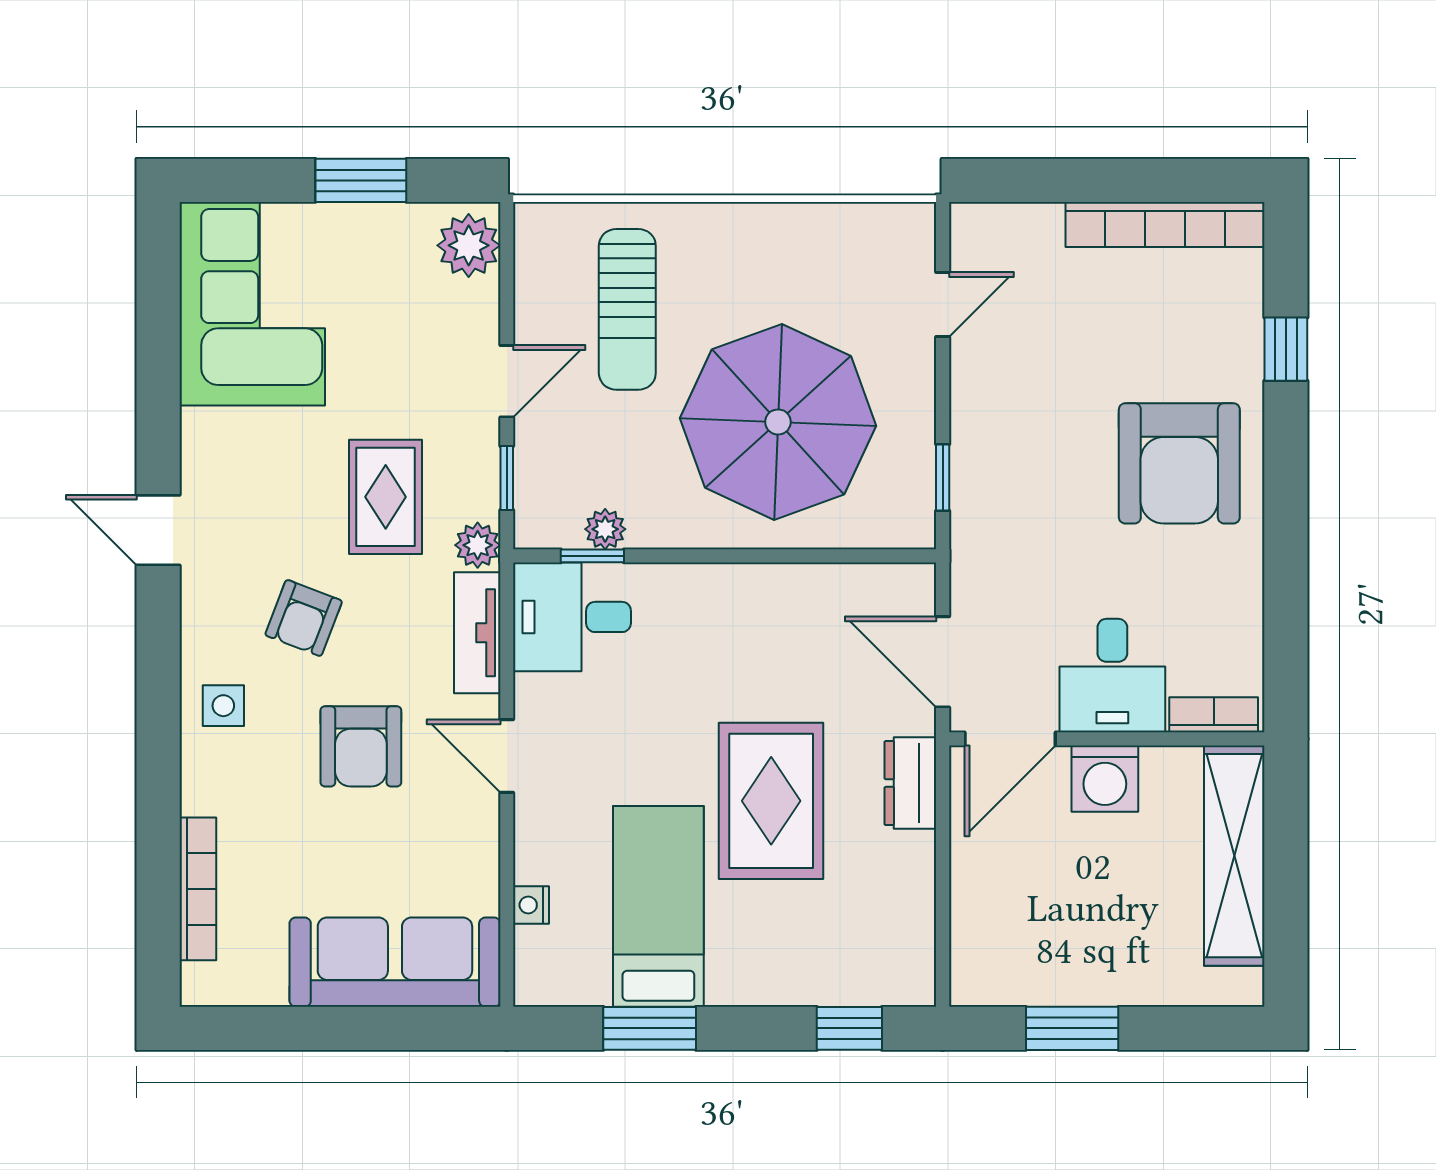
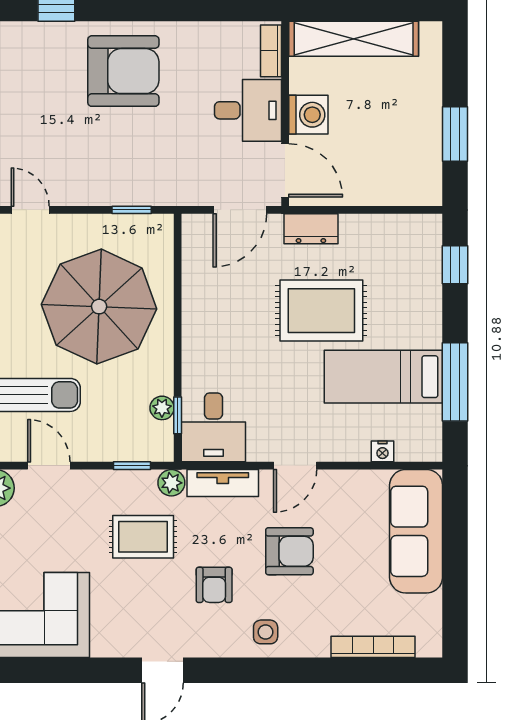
door: (507, 381) -> (49, 466), moved
armchair: (304, 618) -> (214, 585), turned 69
window: (650, 1028) -> (455, 382), width x1.44

